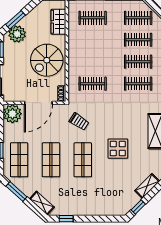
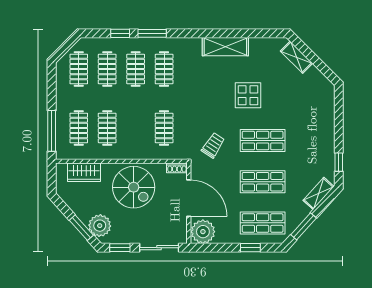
clothes rail: (93, 40) -> (107, 128), added
window: (138, 207) -> (324, 69), removed

